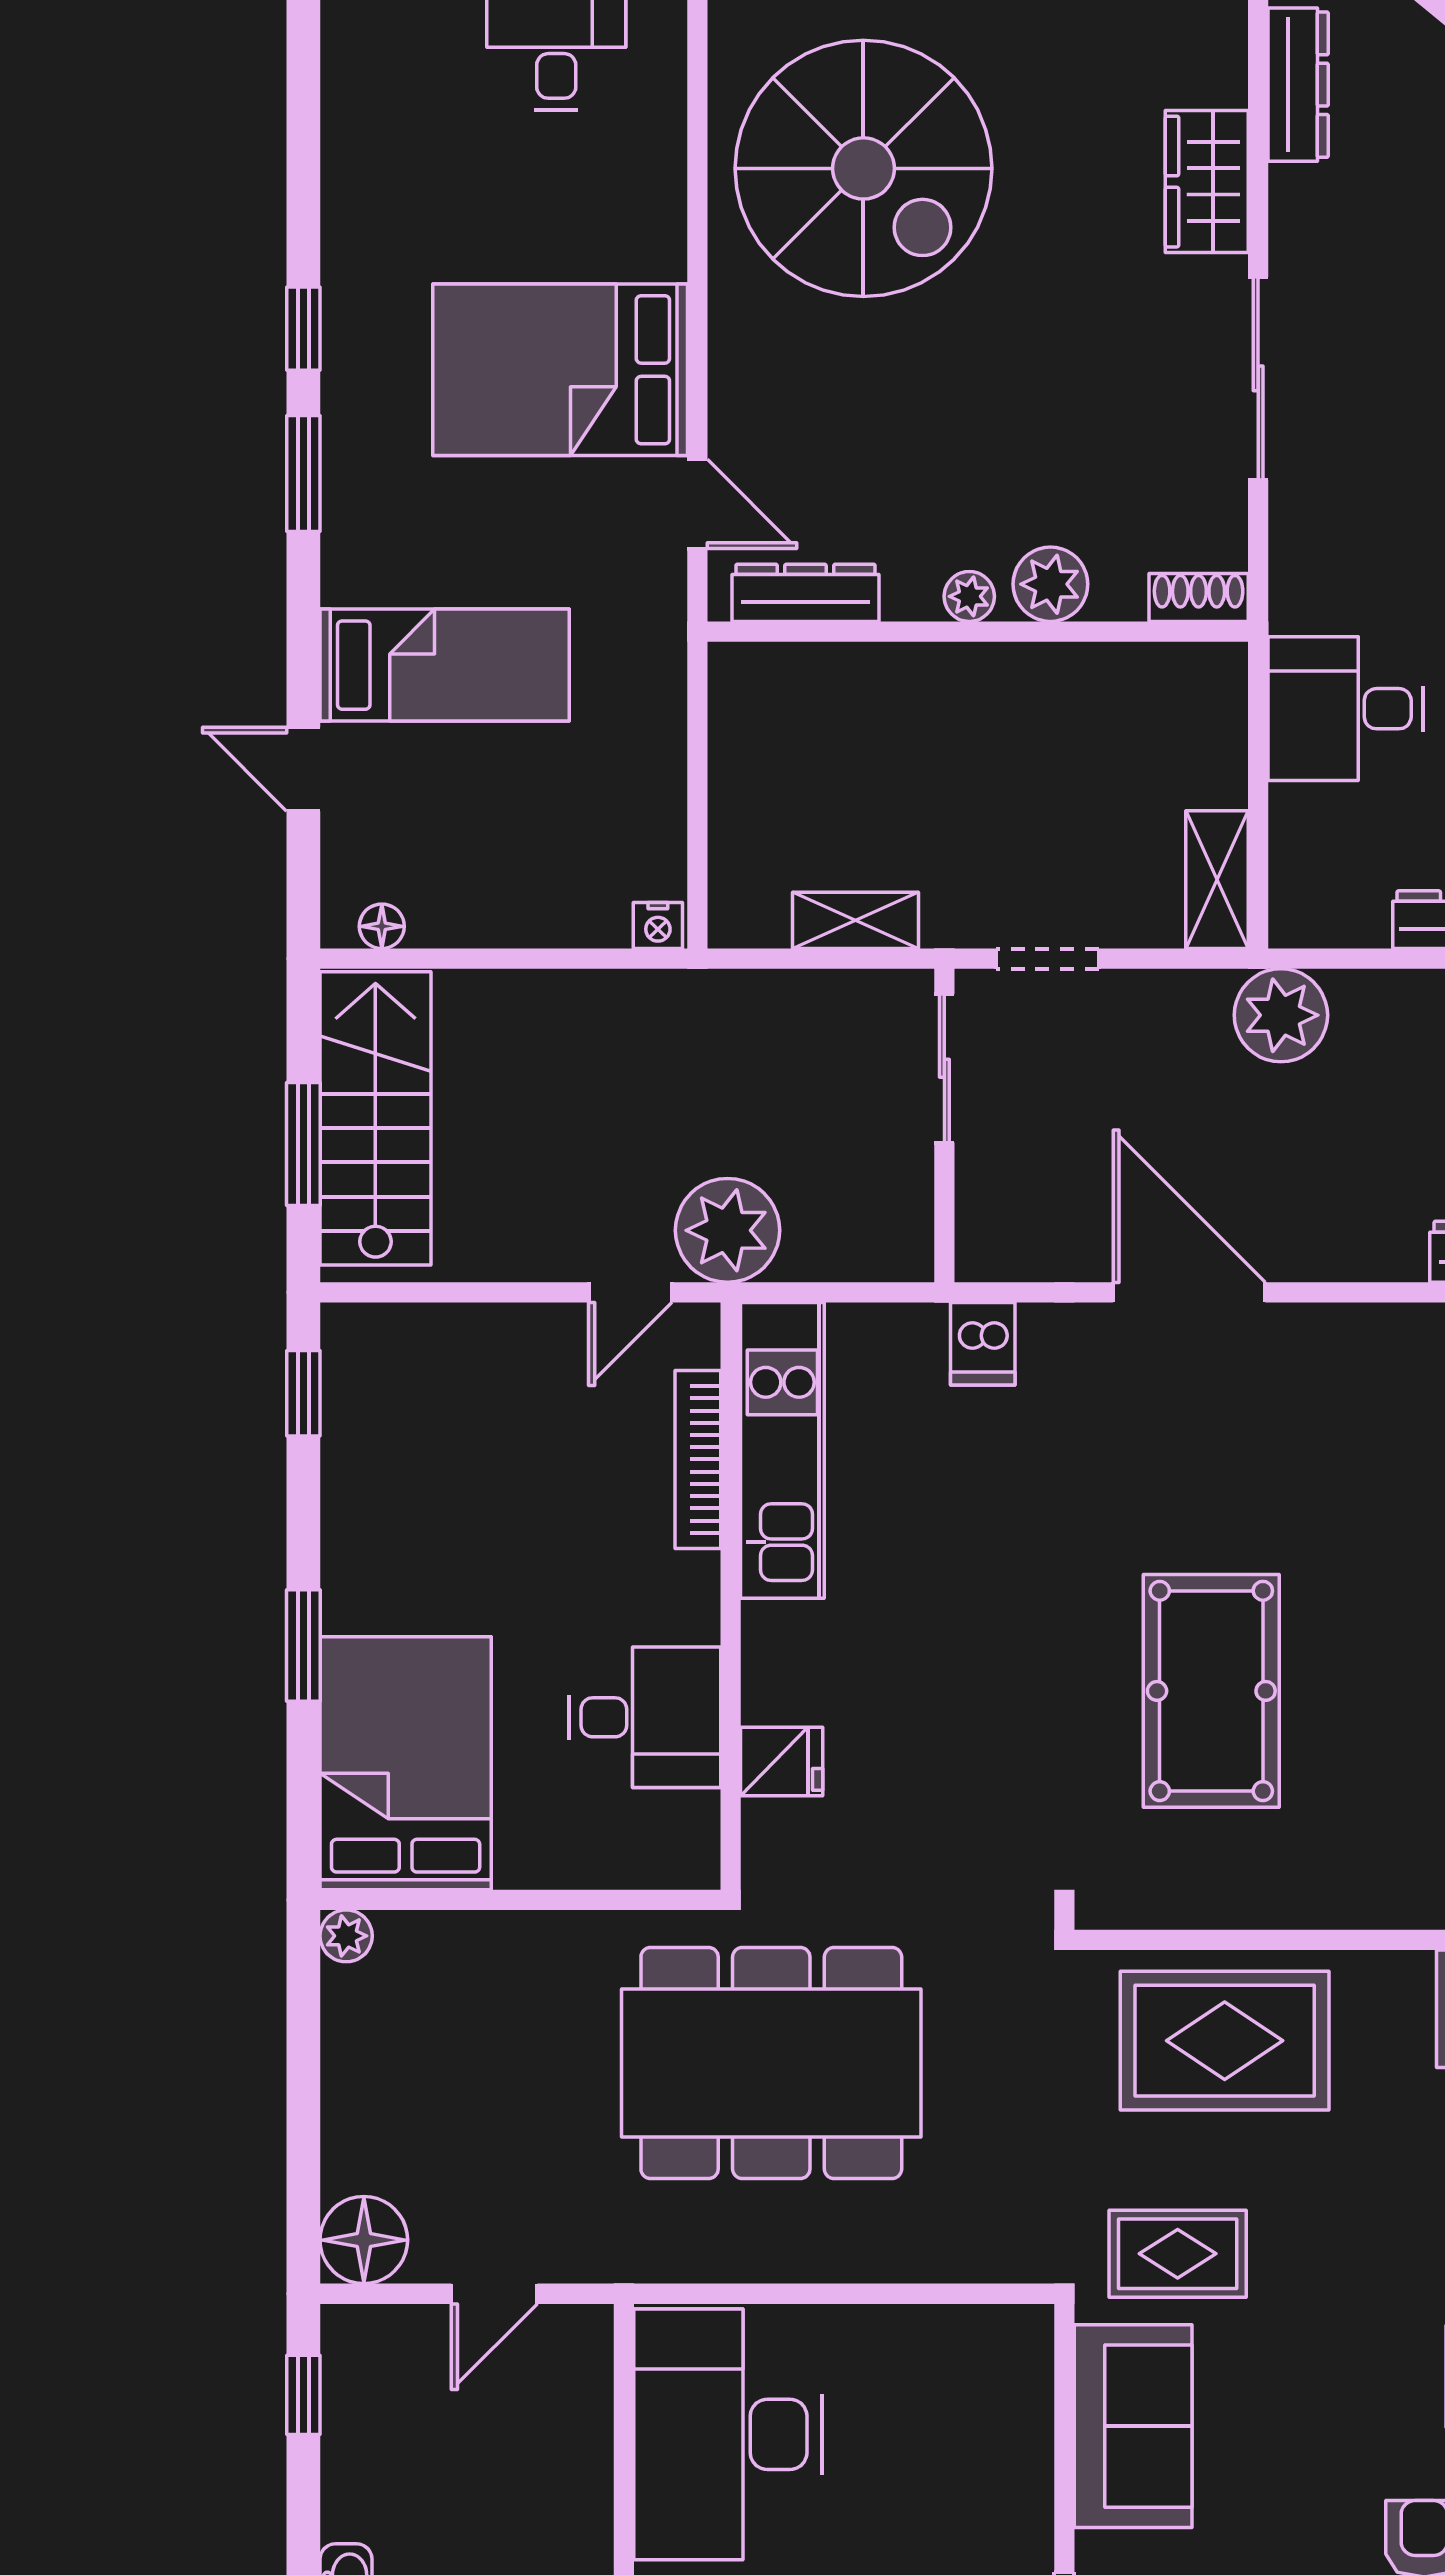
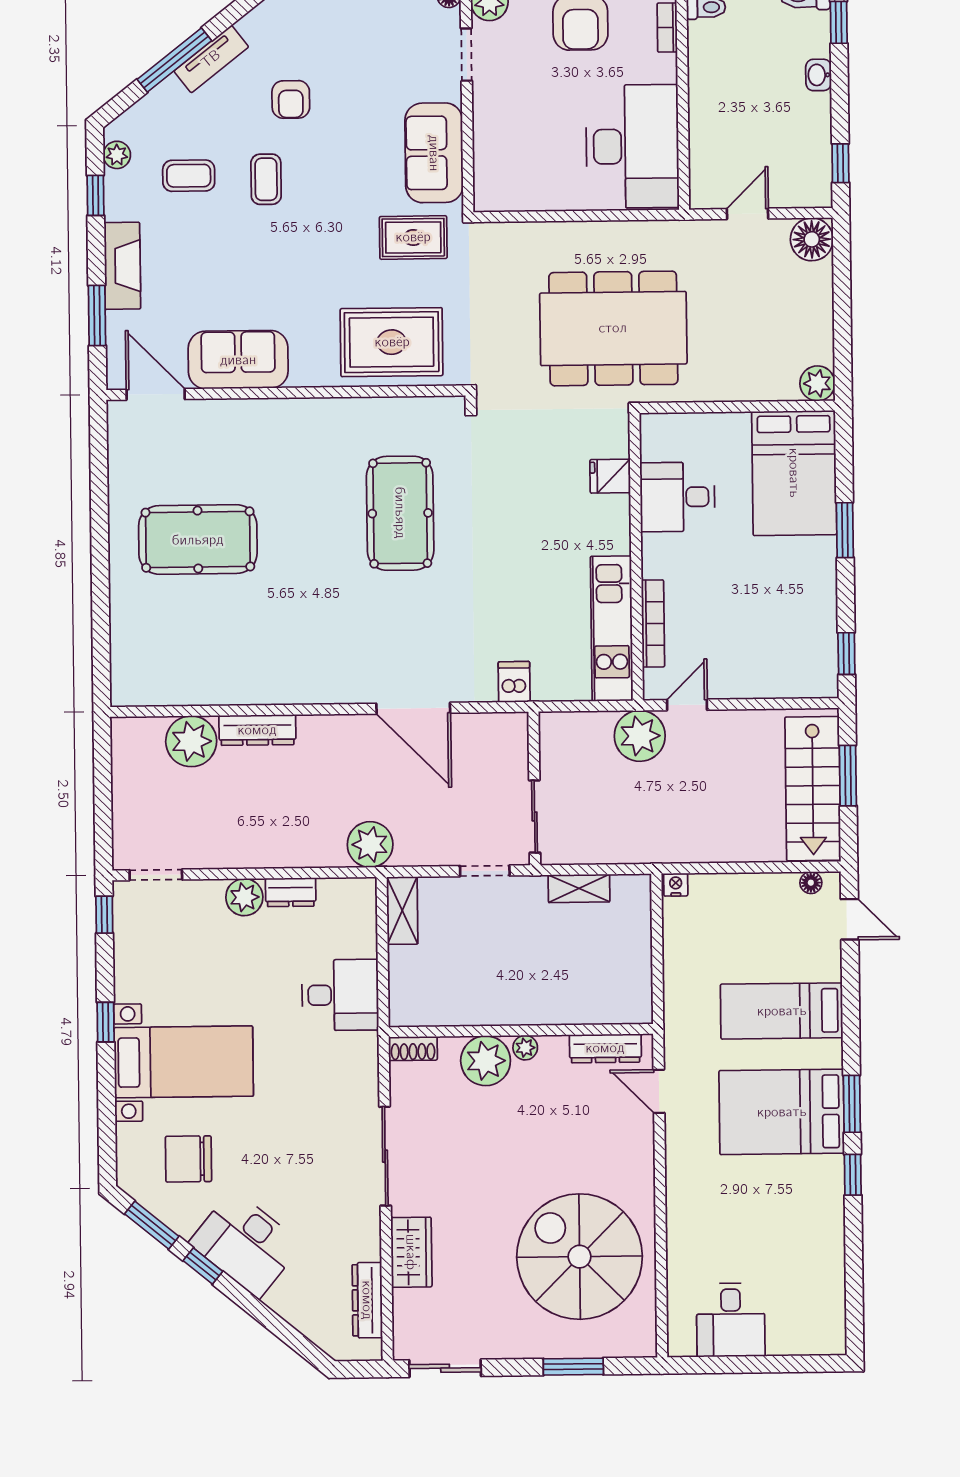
bed: (560, 370) -> (782, 1112), moved, turned 180
plant: (1050, 584) -> (486, 1061), width x1.36, depth x1.36
door: (303, 769) -> (850, 919), moved
plant: (346, 1936) -> (817, 383), width x1.38, depth x1.38

